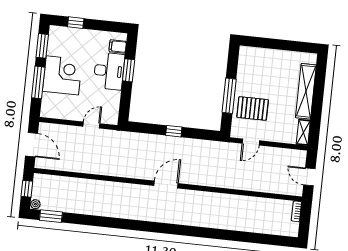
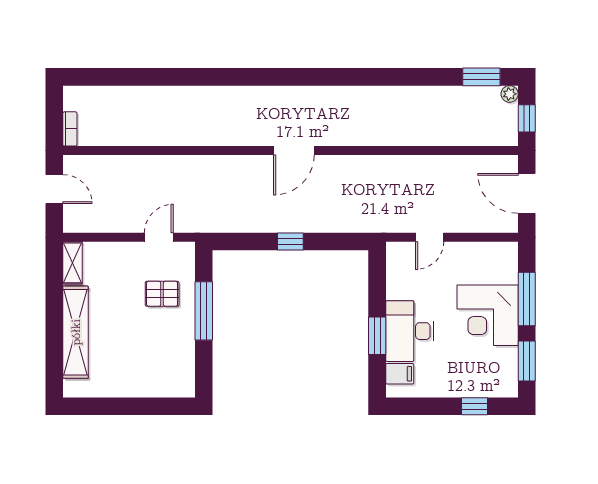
pallet: (253, 108) -> (162, 294), width x0.67, depth x0.71

